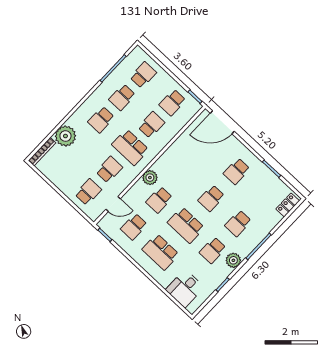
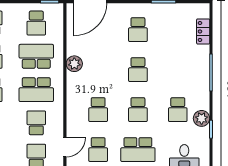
school desk: (151, 125) -> (36, 56), width x1.85
plant: (150, 178) -> (74, 64), moved
locker: (288, 205) -> (203, 31), moved
school desk: (238, 223) -> (178, 70), removed
school desk: (186, 225) -> (138, 110), width x0.54
plant: (233, 260) -> (202, 118), moved

